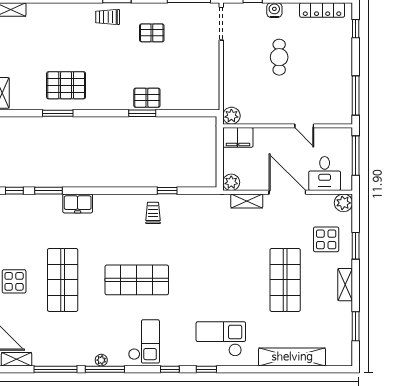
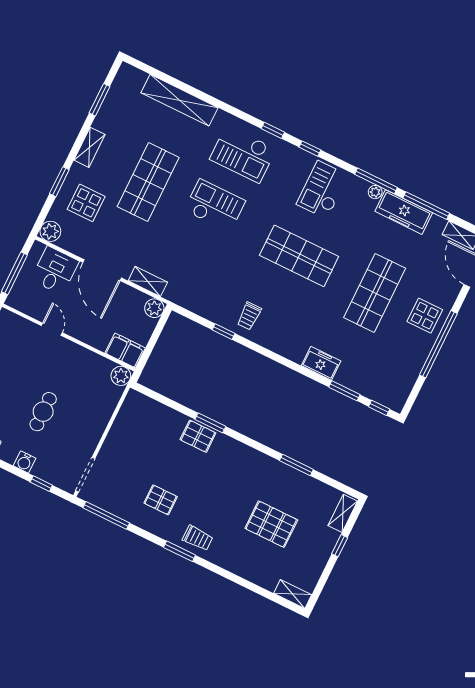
pallet: (66, 85) -> (271, 524), moved
checkout: (223, 287) -> (215, 206), added
freezer: (71, 355) -> (404, 212), added

